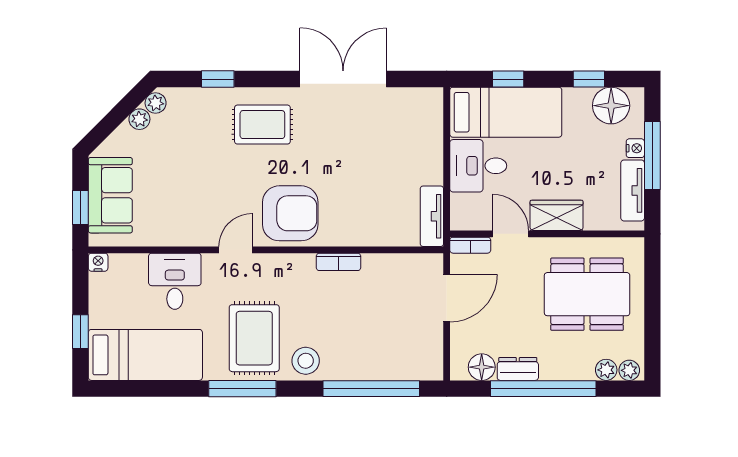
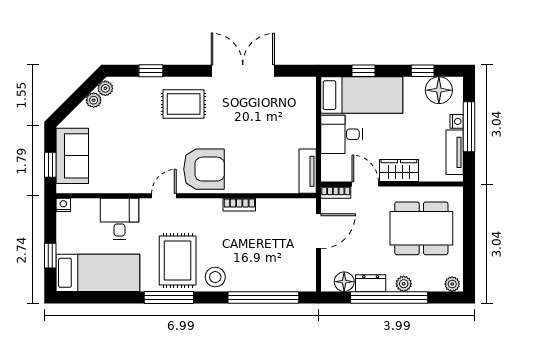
plant: (606, 370) -> (404, 284), moved

